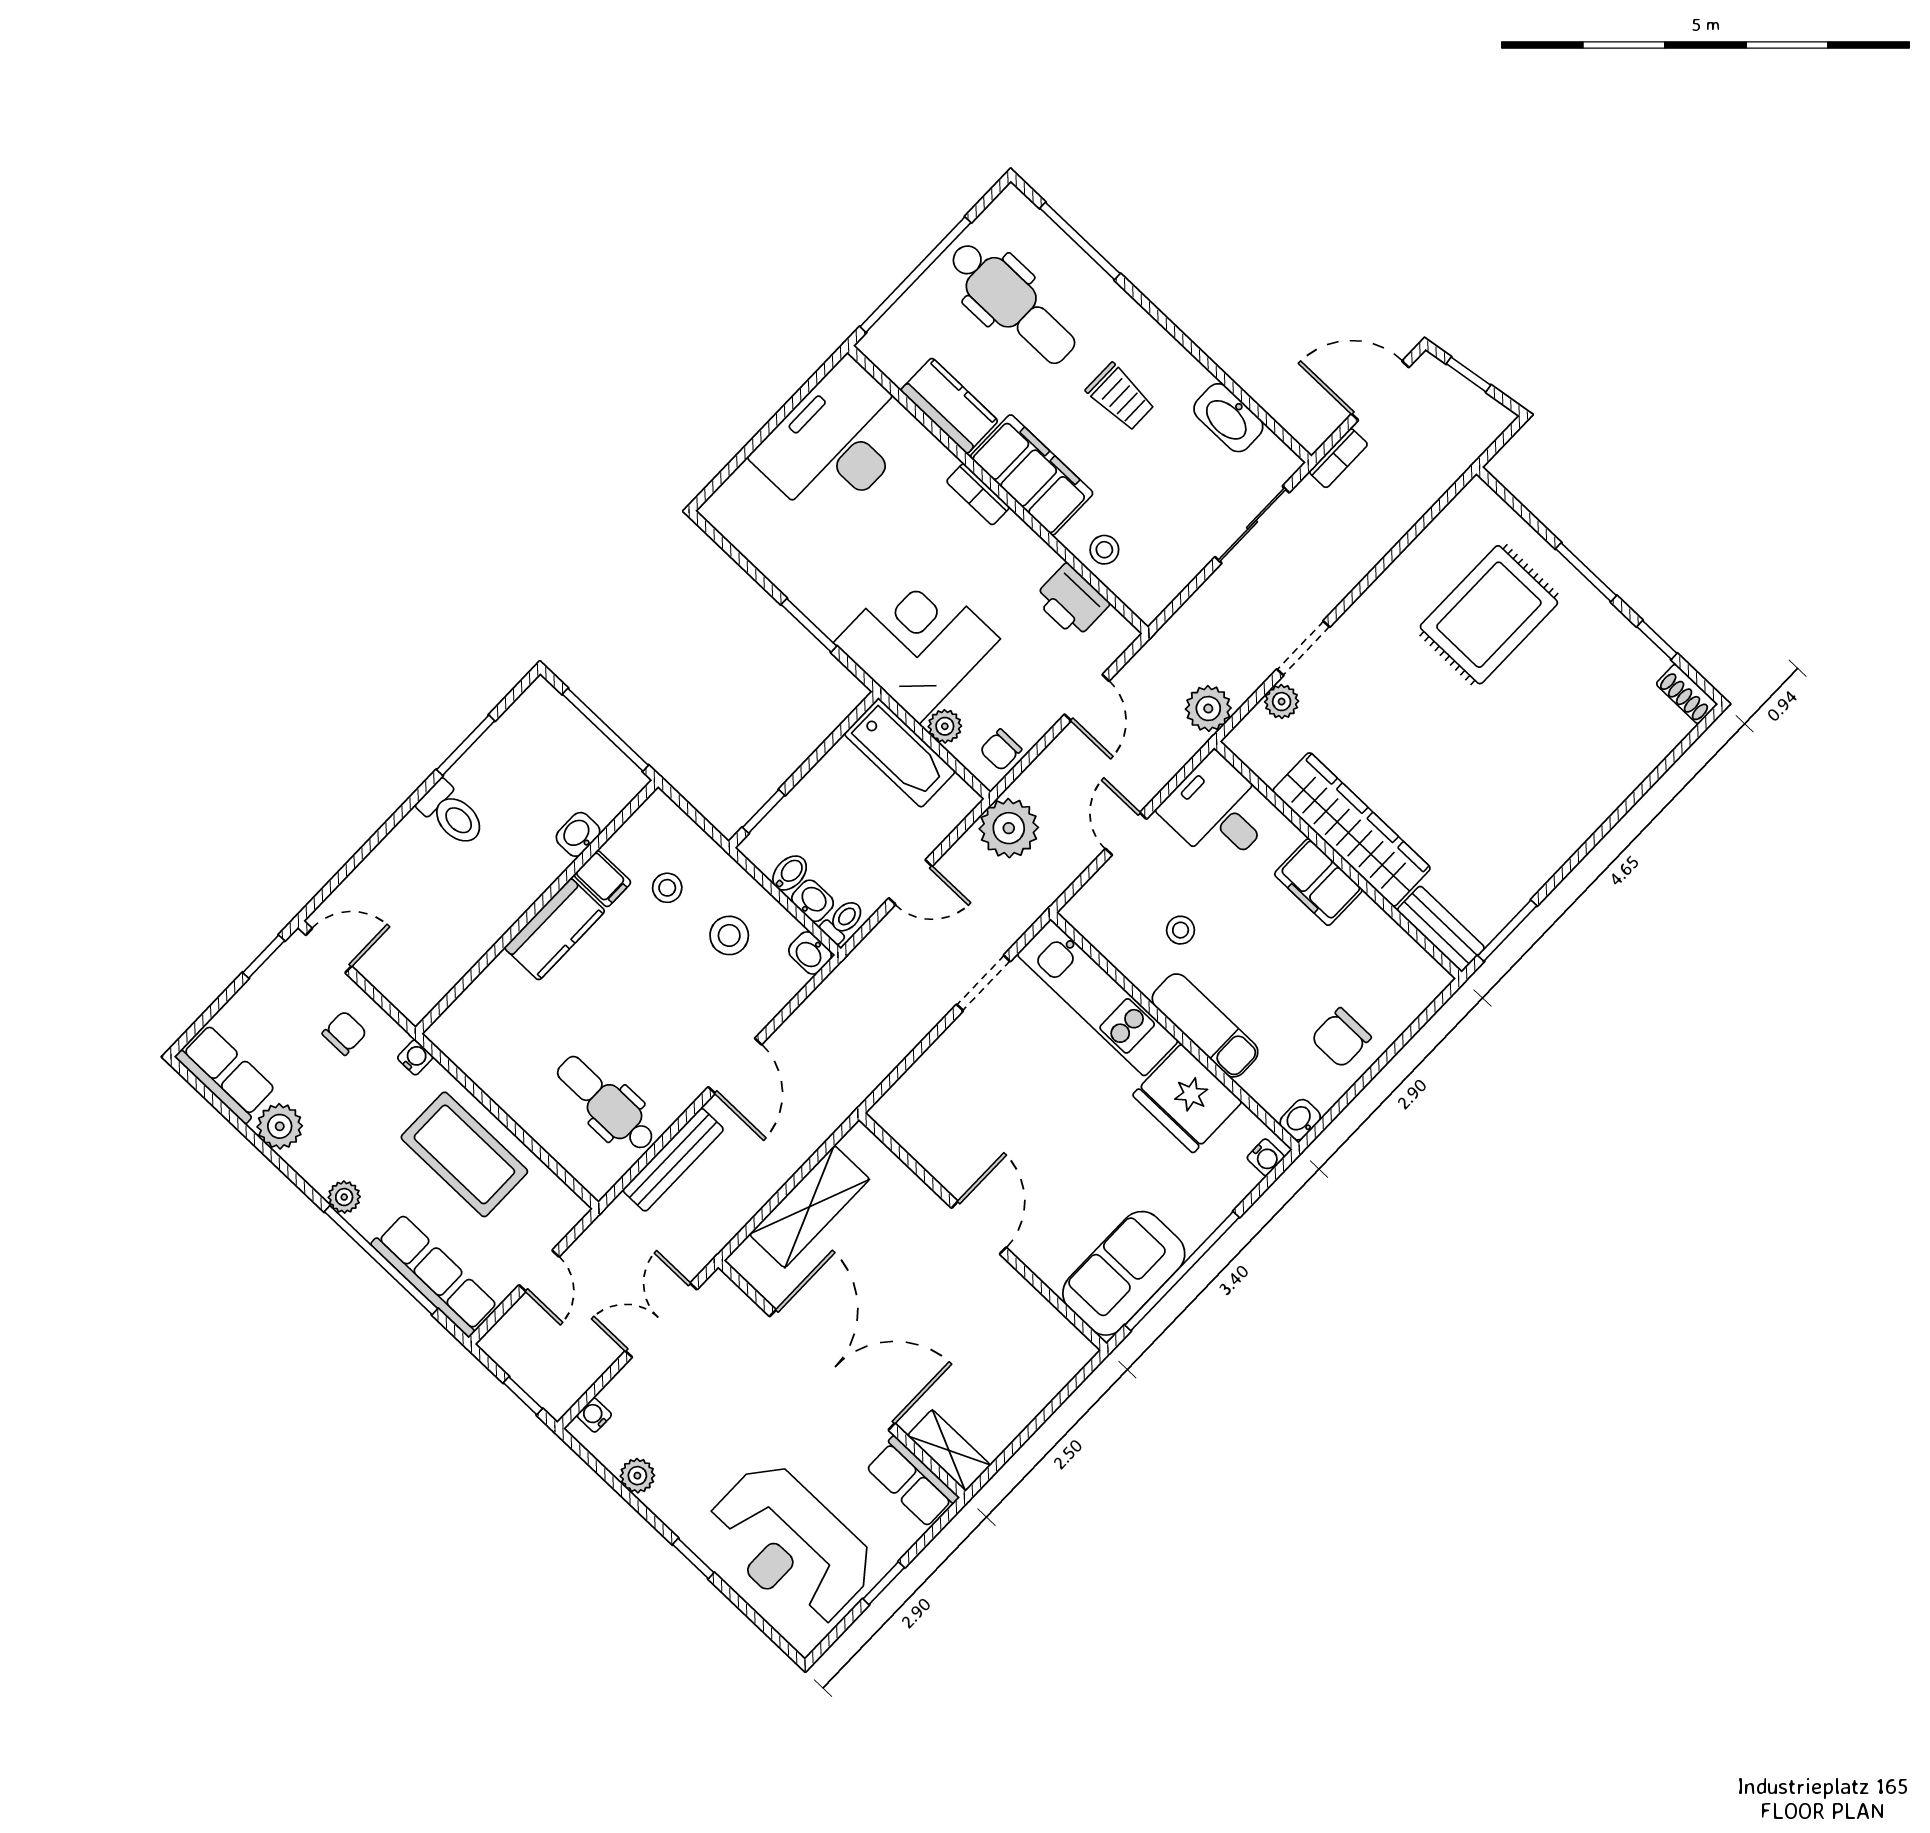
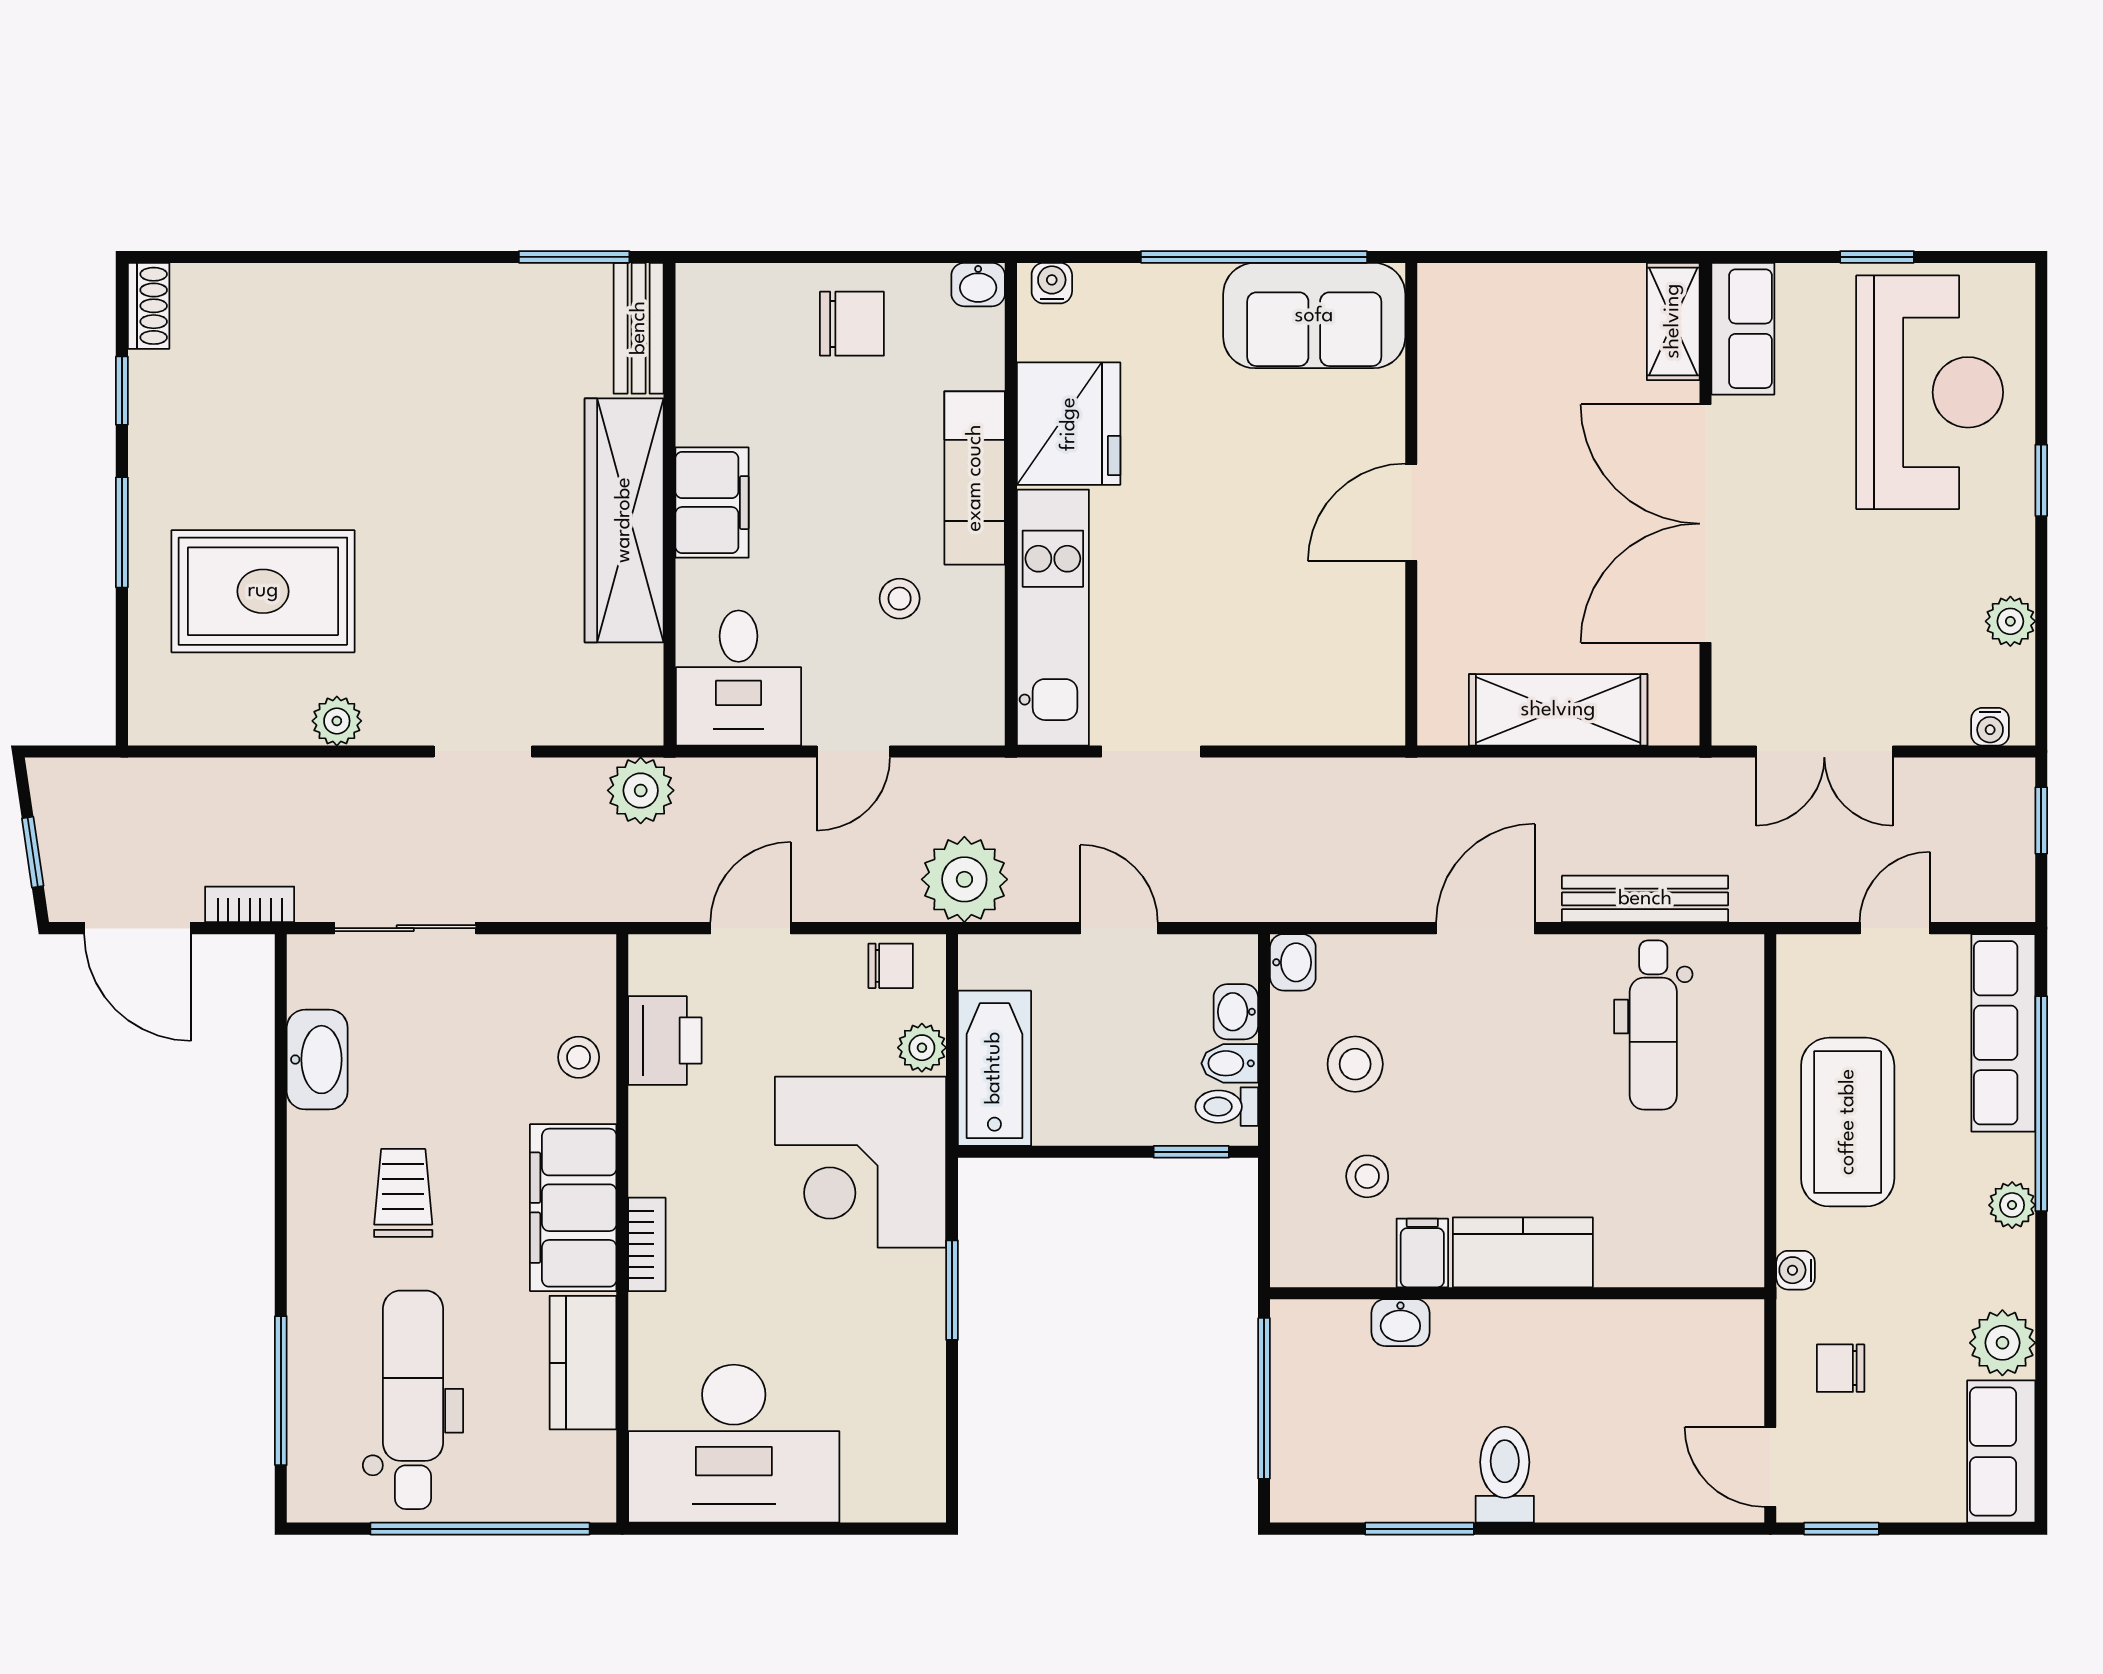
plant: (1282, 702) -> (337, 721), moved
toilet: (843, 921) -> (1227, 1107), moved

